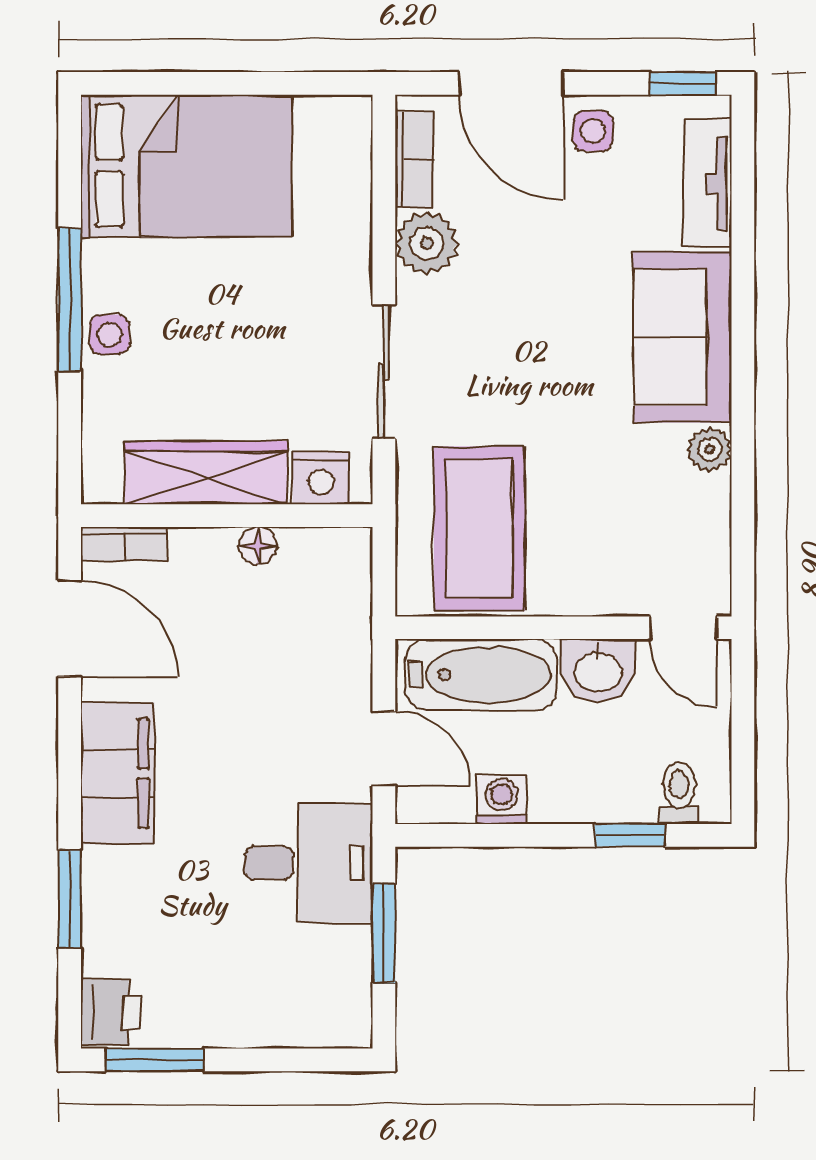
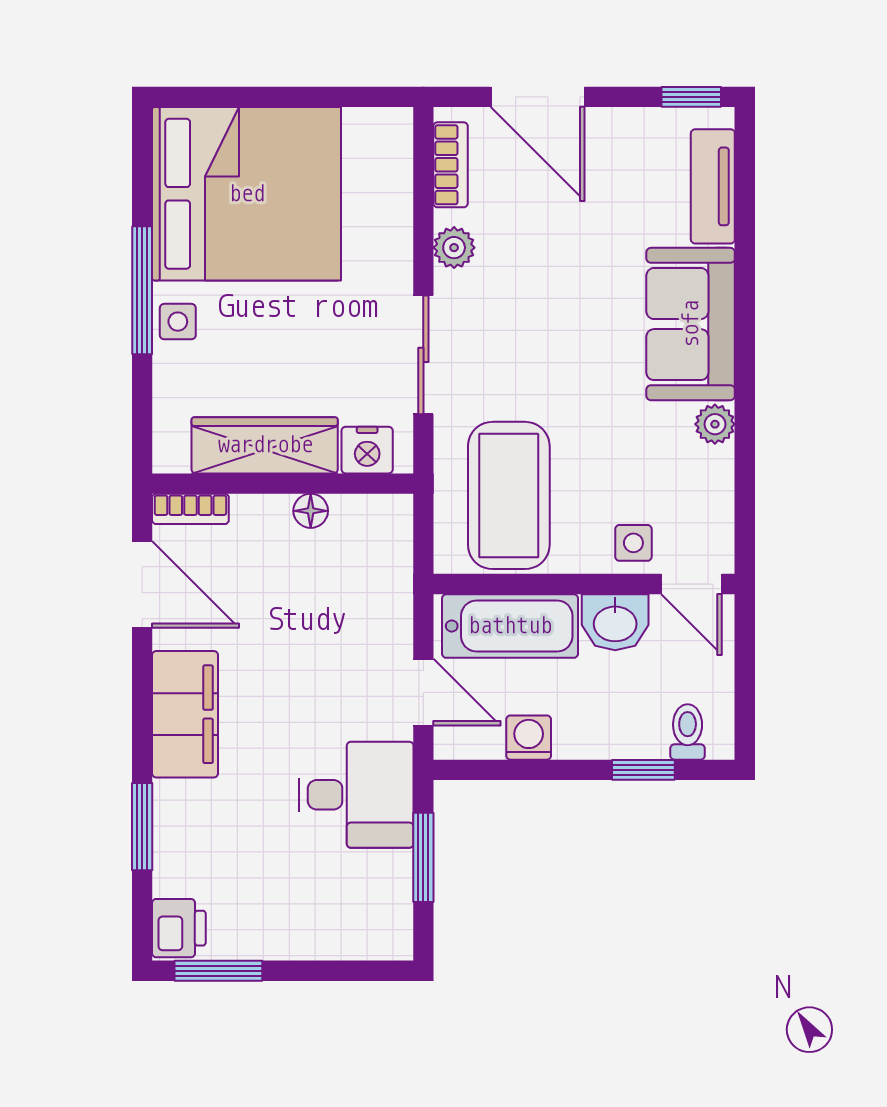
side table: (593, 131) -> (633, 543), moved
bed: (186, 166) -> (247, 194), width x1.36
plant: (427, 243) -> (454, 248), width x0.73, depth x0.73

